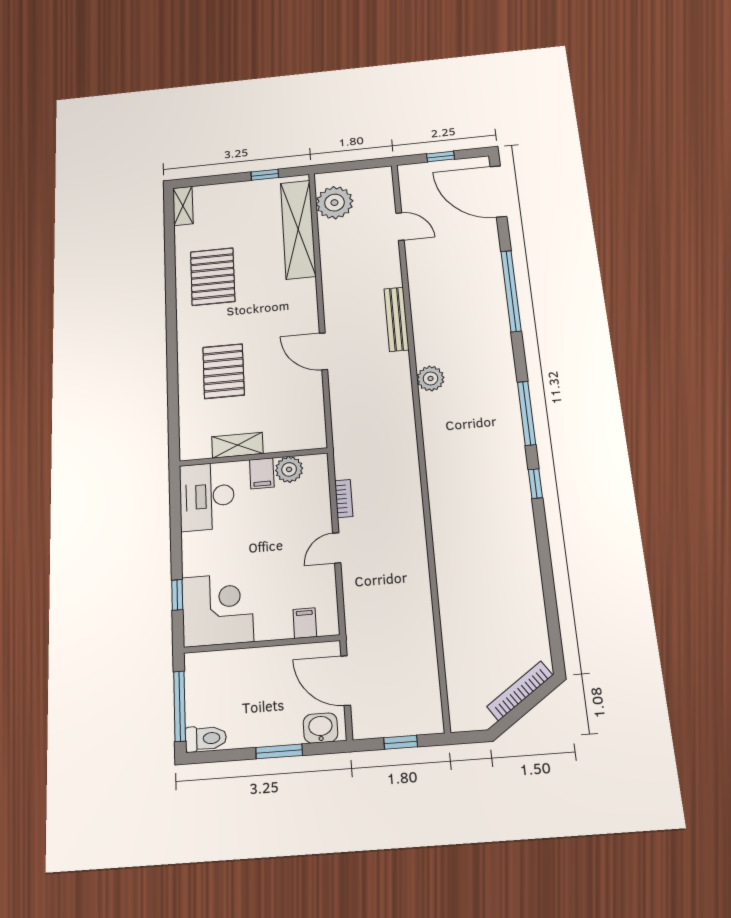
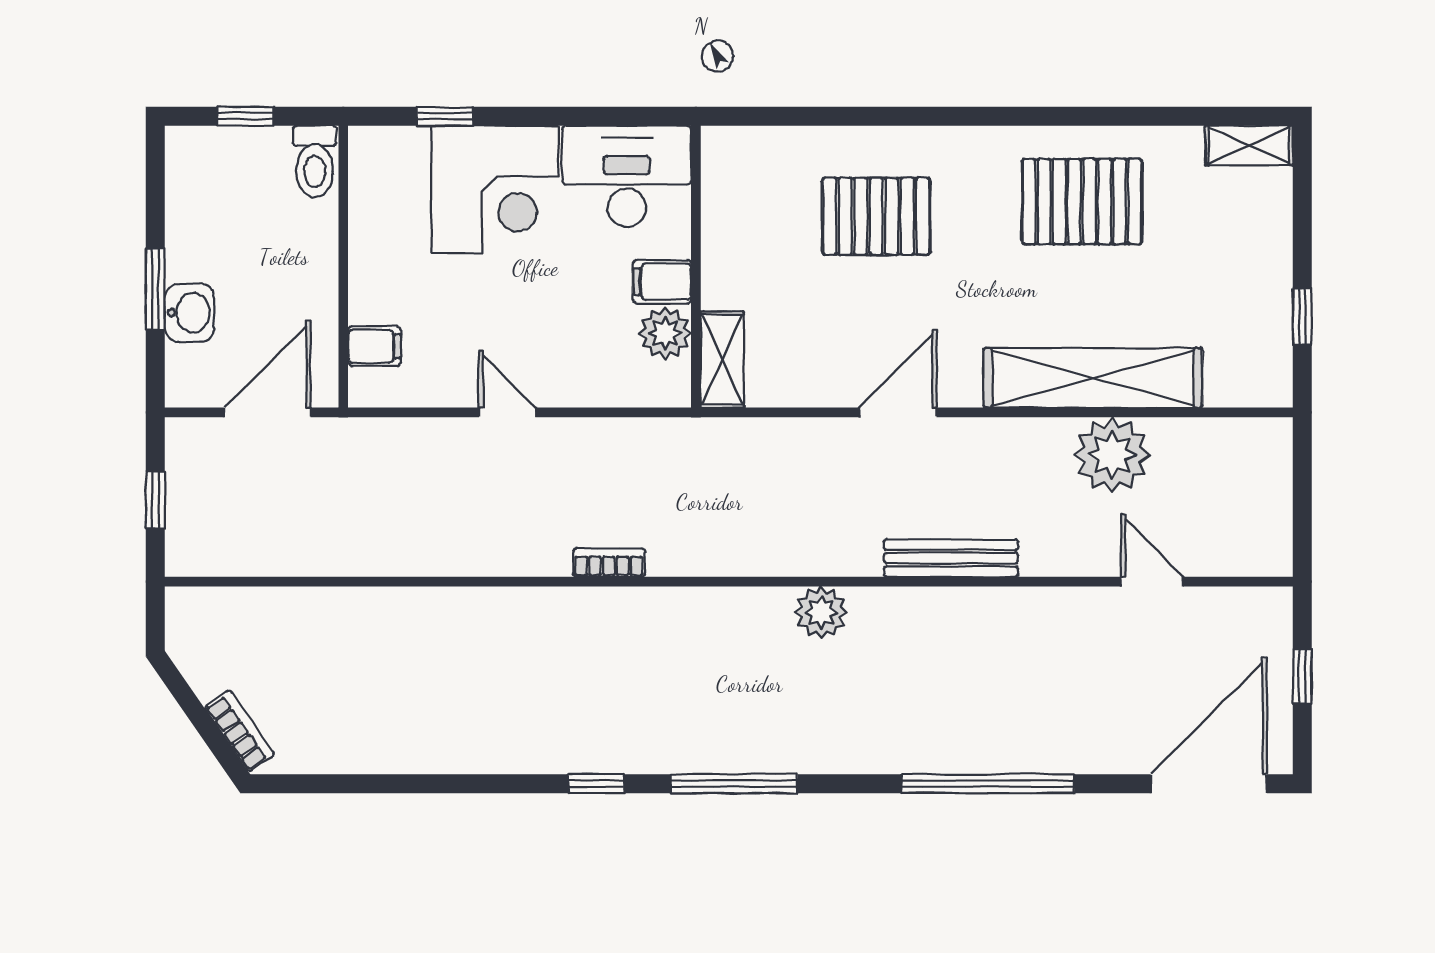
plant: (334, 203) -> (1112, 455), moved
door: (400, 227) -> (1152, 582), swing flipped
shelving: (298, 229) -> (1093, 378), moved
shelving: (237, 445) -> (722, 359), moved
bookcase: (344, 499) -> (609, 563), moved, turned 180
corner desk: (217, 610) -> (495, 189), moved
bookcase: (520, 691) -> (239, 731), width x0.64
window: (180, 706) -> (245, 116), width x0.46
washbasin: (321, 728) -> (189, 313), moved
toilet: (206, 738) -> (315, 161), moved

